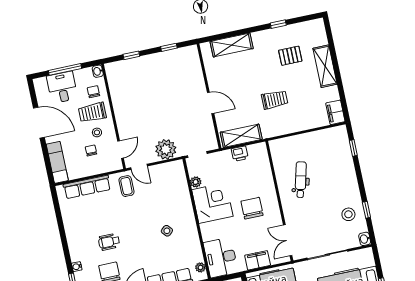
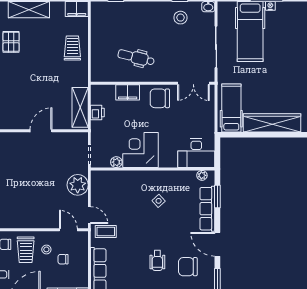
trolley: (275, 100) -> (72, 48), moved
door: (139, 167) -> (89, 215), hinge flipped
chair: (252, 208) -> (160, 98), moved
filing cabinet: (258, 260) -> (128, 92), moved, turned -90

